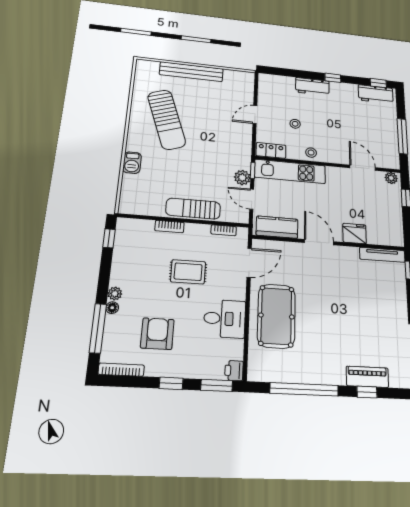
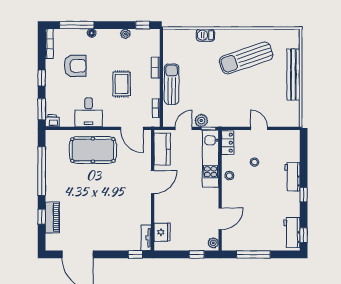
fridge: (355, 234) -> (162, 232), moved
tv unit: (382, 255) -> (146, 238), width x0.71
plant: (115, 294) -> (125, 34), moved

